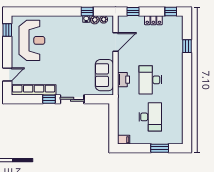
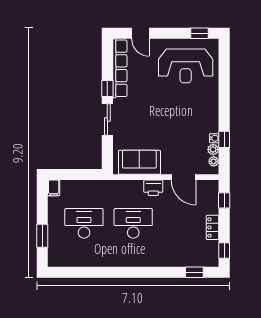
window: (187, 46) -> (194, 272), moved
printer: (123, 80) -> (153, 188), moved
desk: (150, 117) -> (84, 223), turned 180

